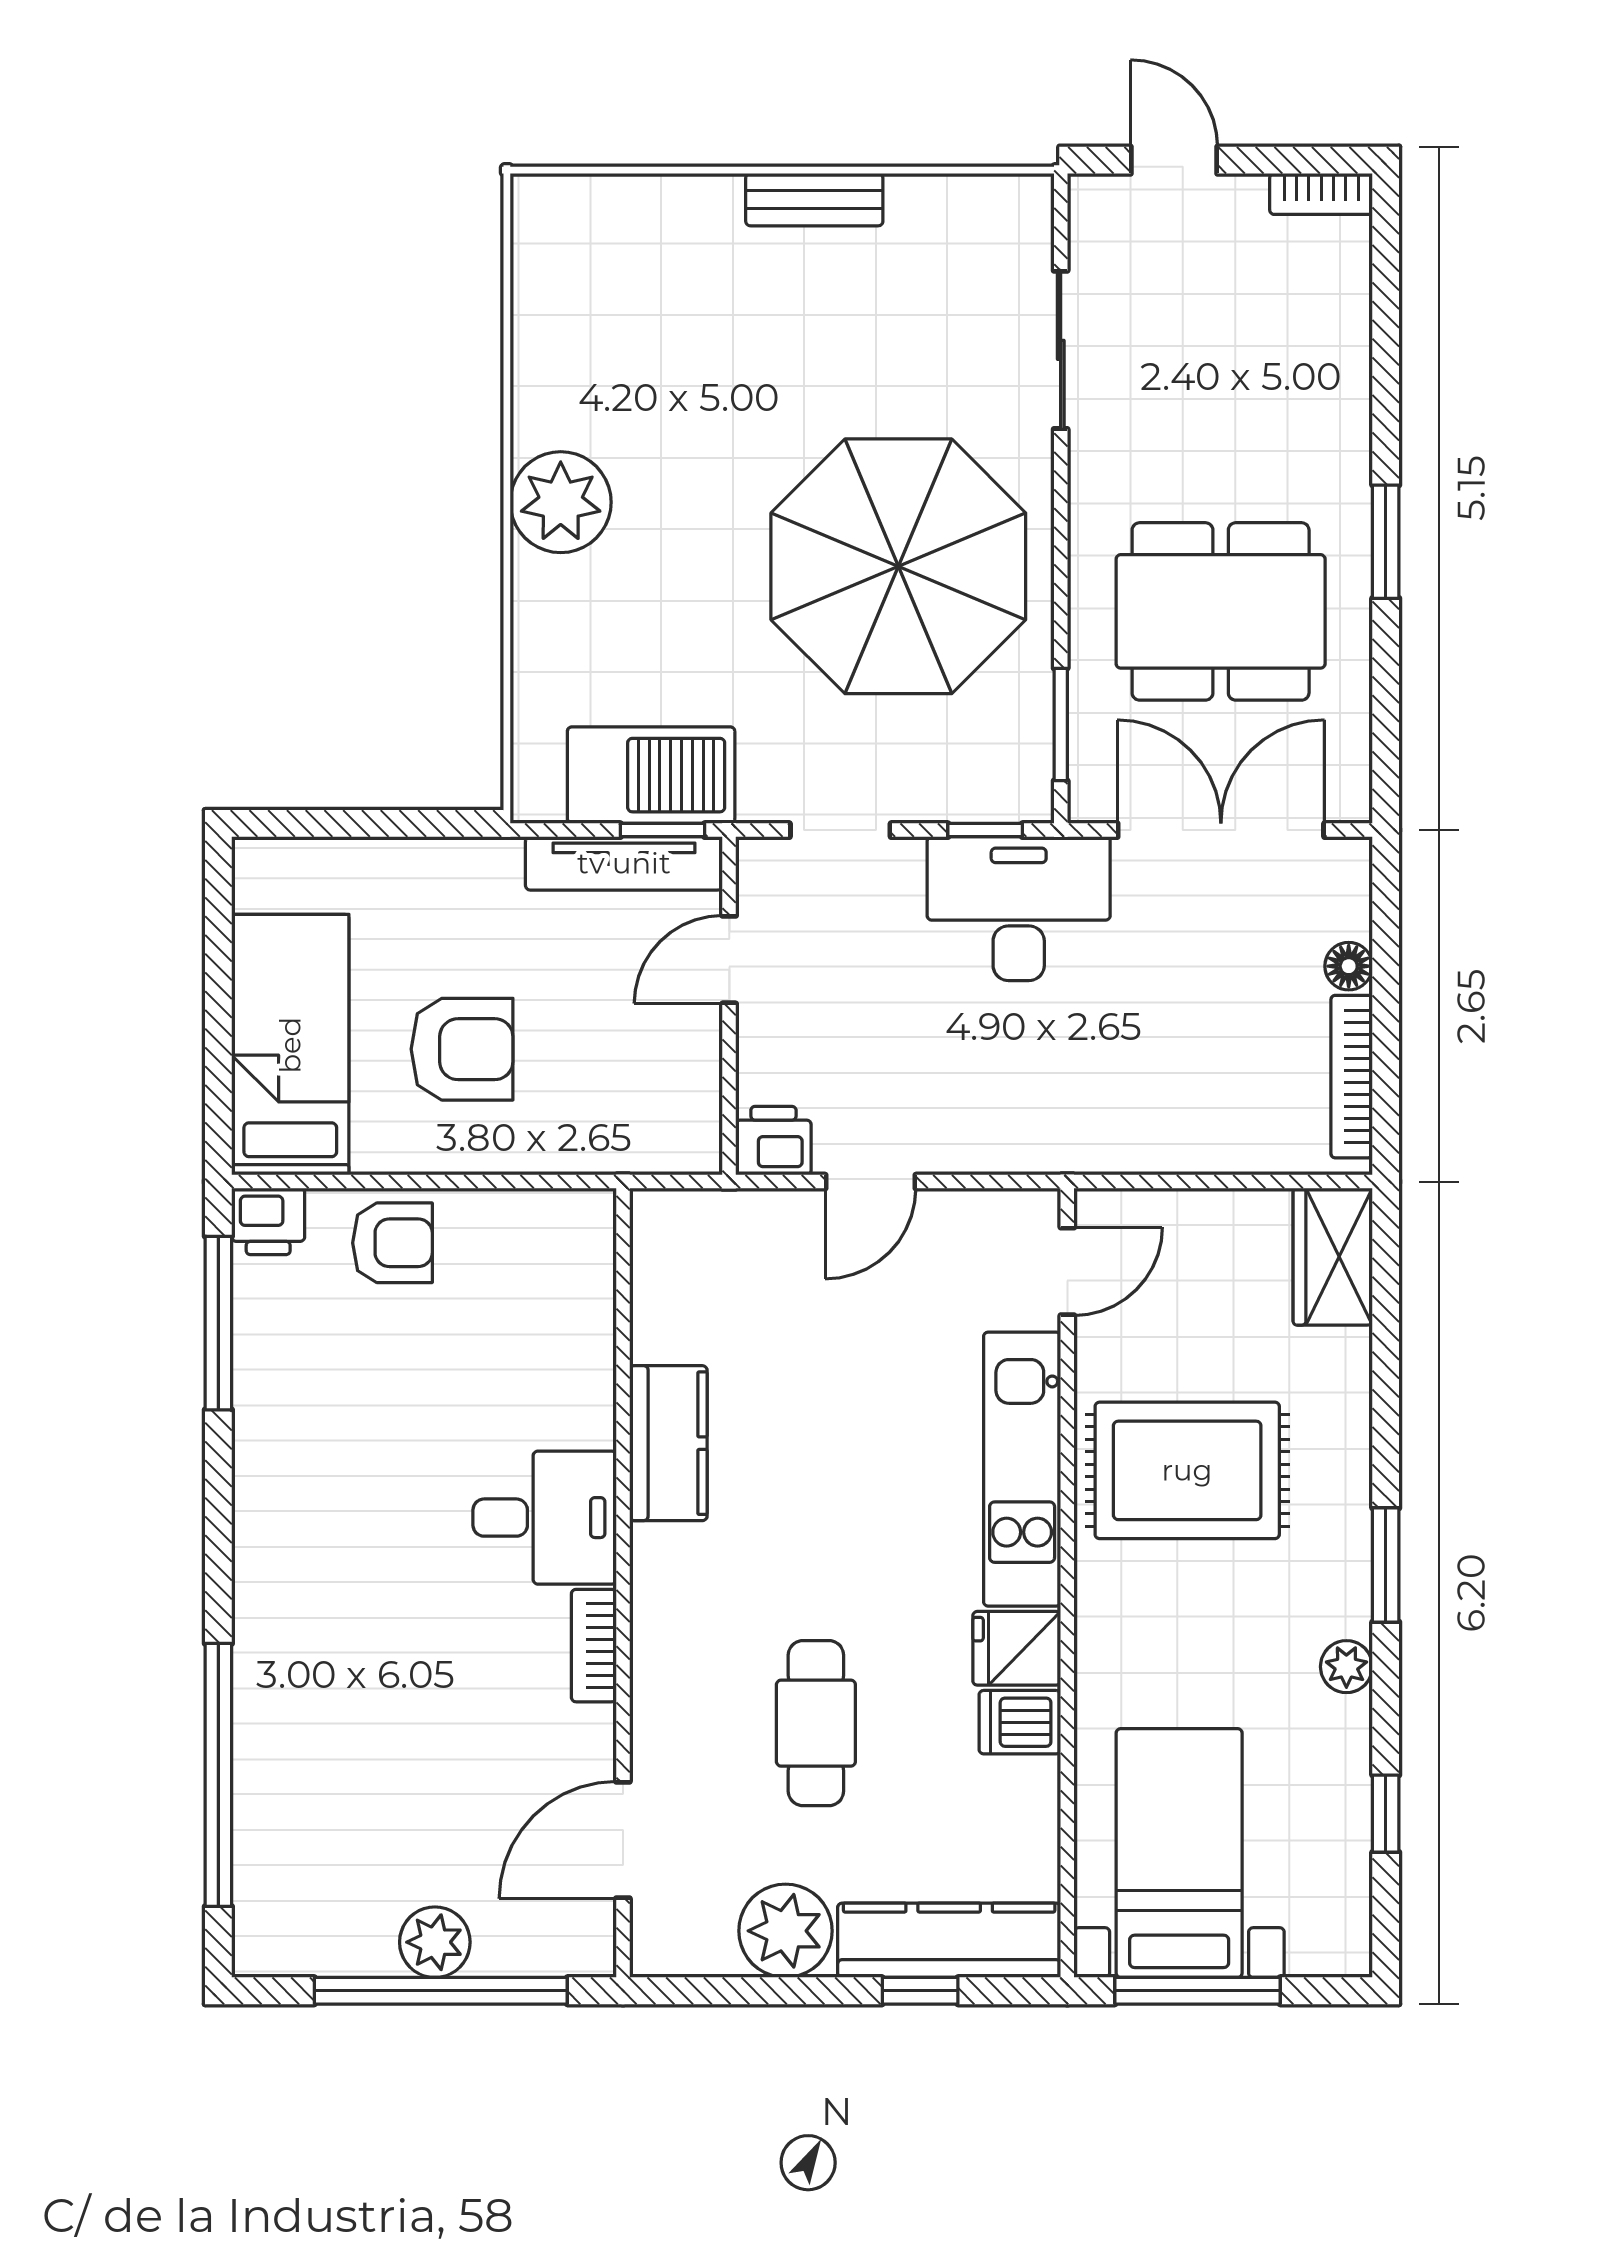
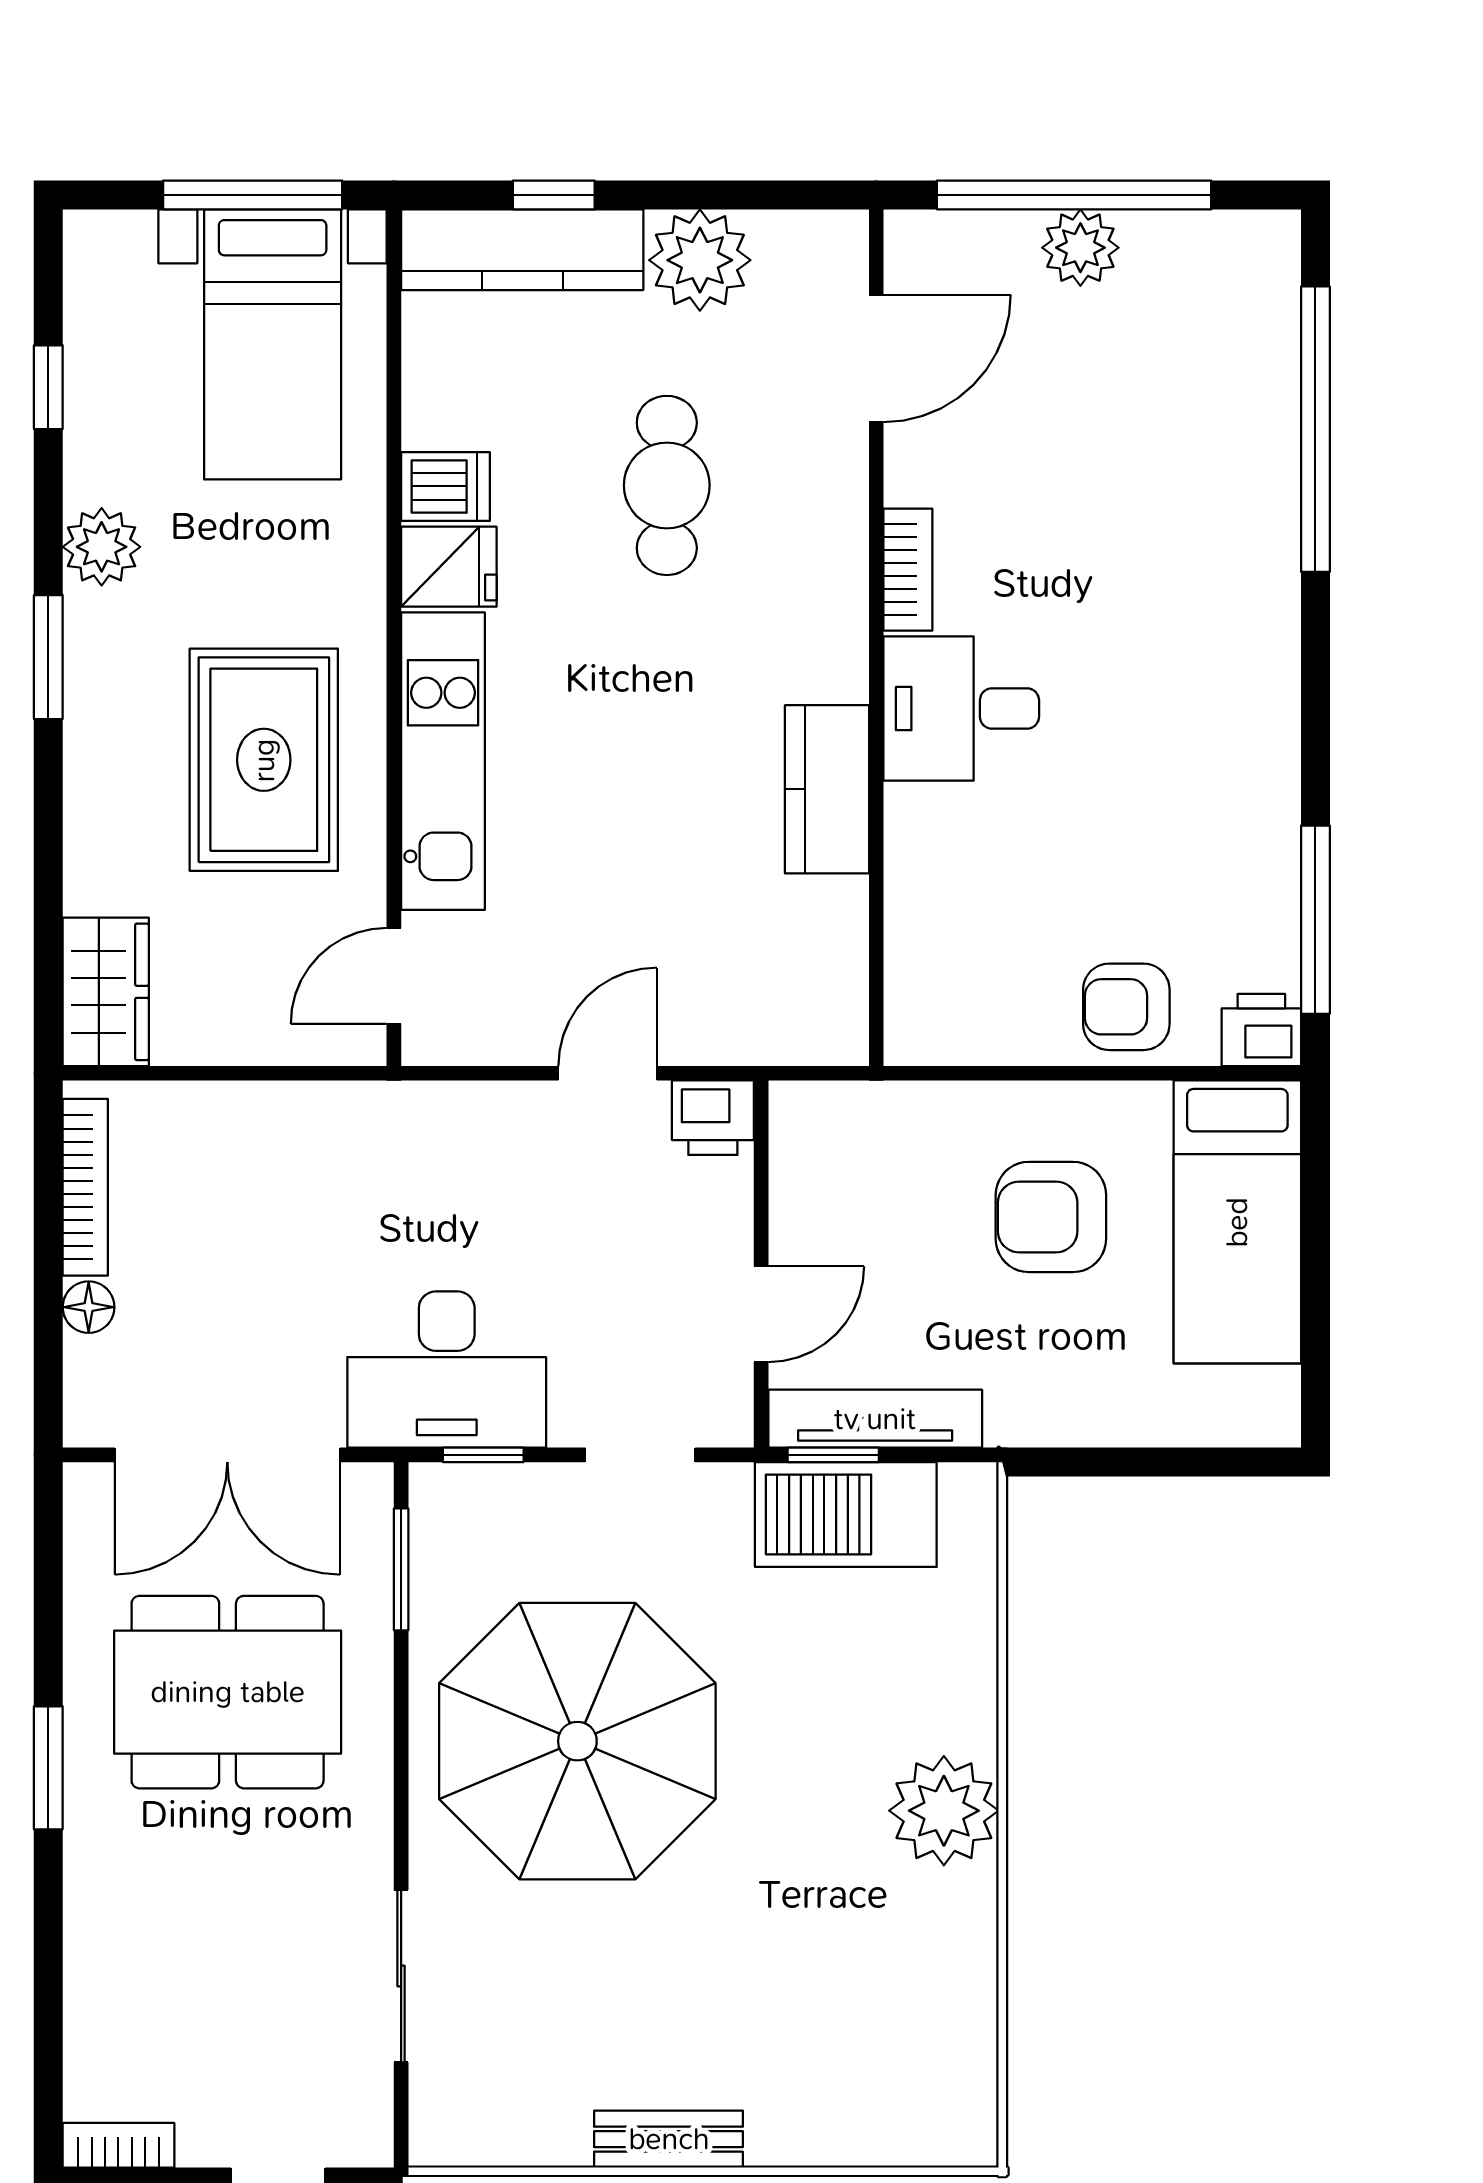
rug: (1187, 1470) -> (264, 760), turned 90
plant: (1346, 1667) -> (102, 547), width x1.38, depth x1.38

